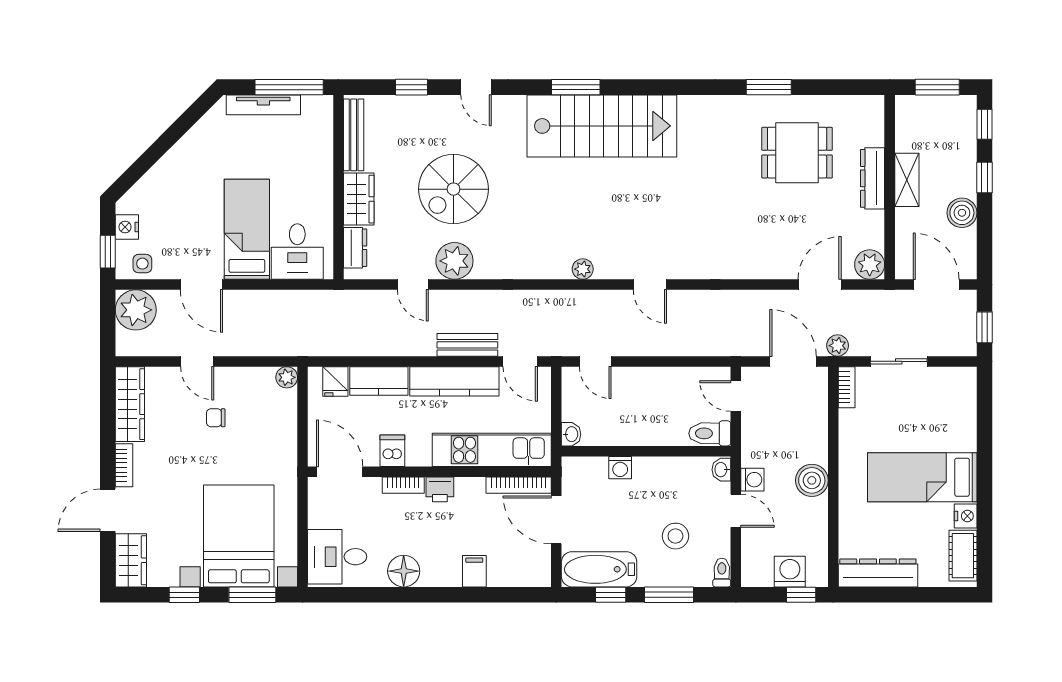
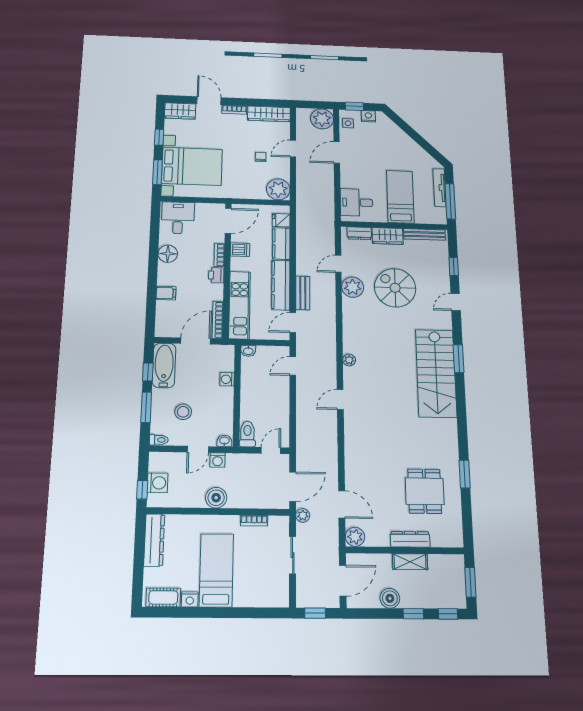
bed: (247, 229) -> (400, 197), moved, turned -90
plant: (287, 377) -> (278, 189), width x1.87, depth x1.87
bookcase: (847, 387) -> (254, 521), moved

